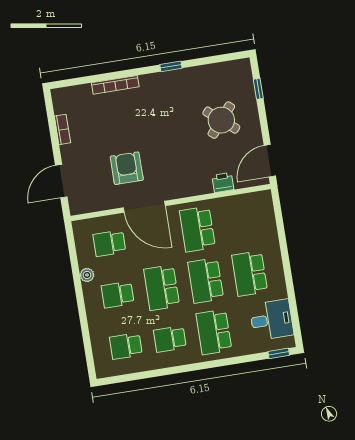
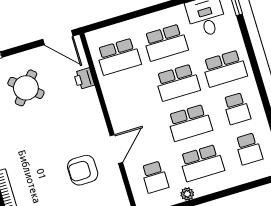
door: (144, 207) -> (116, 149), width x0.73
school desk: (197, 229) -> (119, 56), moved
school desk: (118, 295) -> (202, 163), width x1.85

